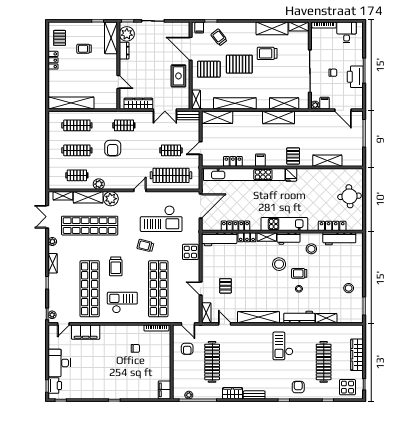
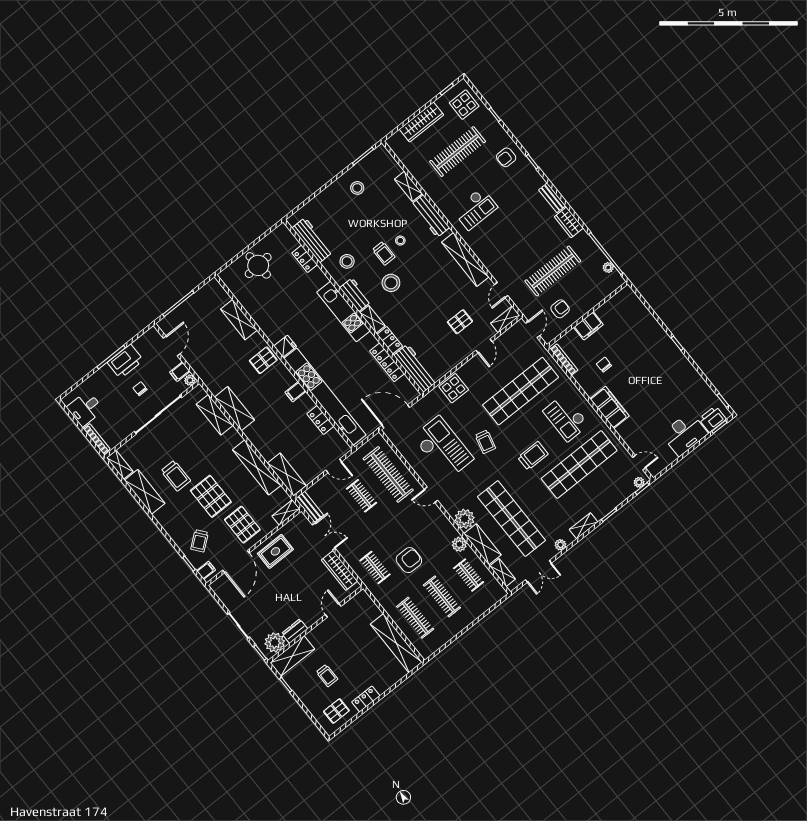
locker: (332, 226) -> (305, 259), width x0.66
filing cabinet: (86, 332) -> (610, 407), moved
filing cabinet: (164, 390) -> (588, 326), moved

